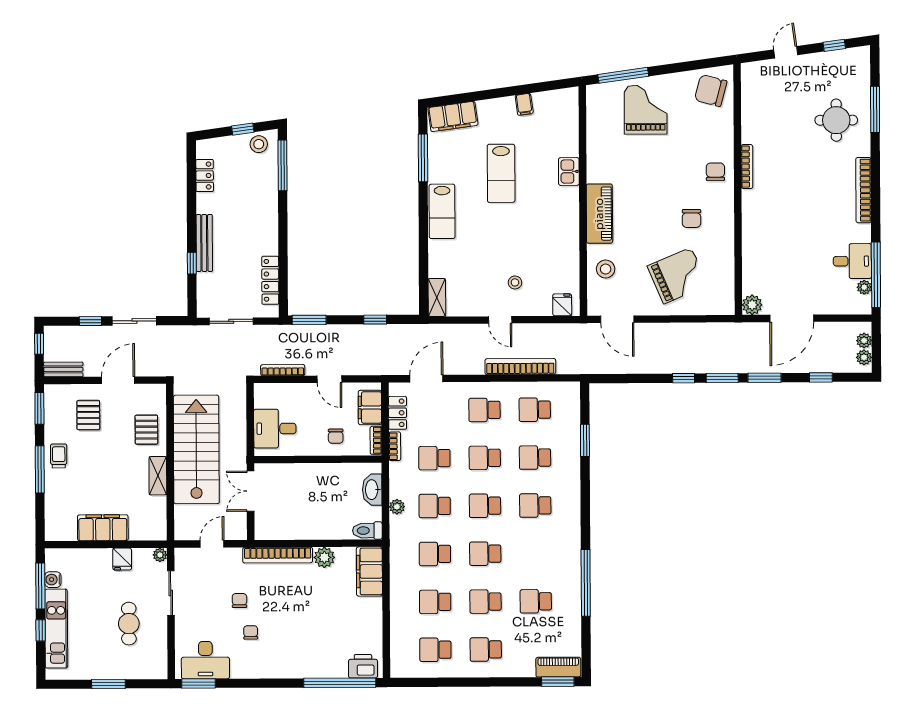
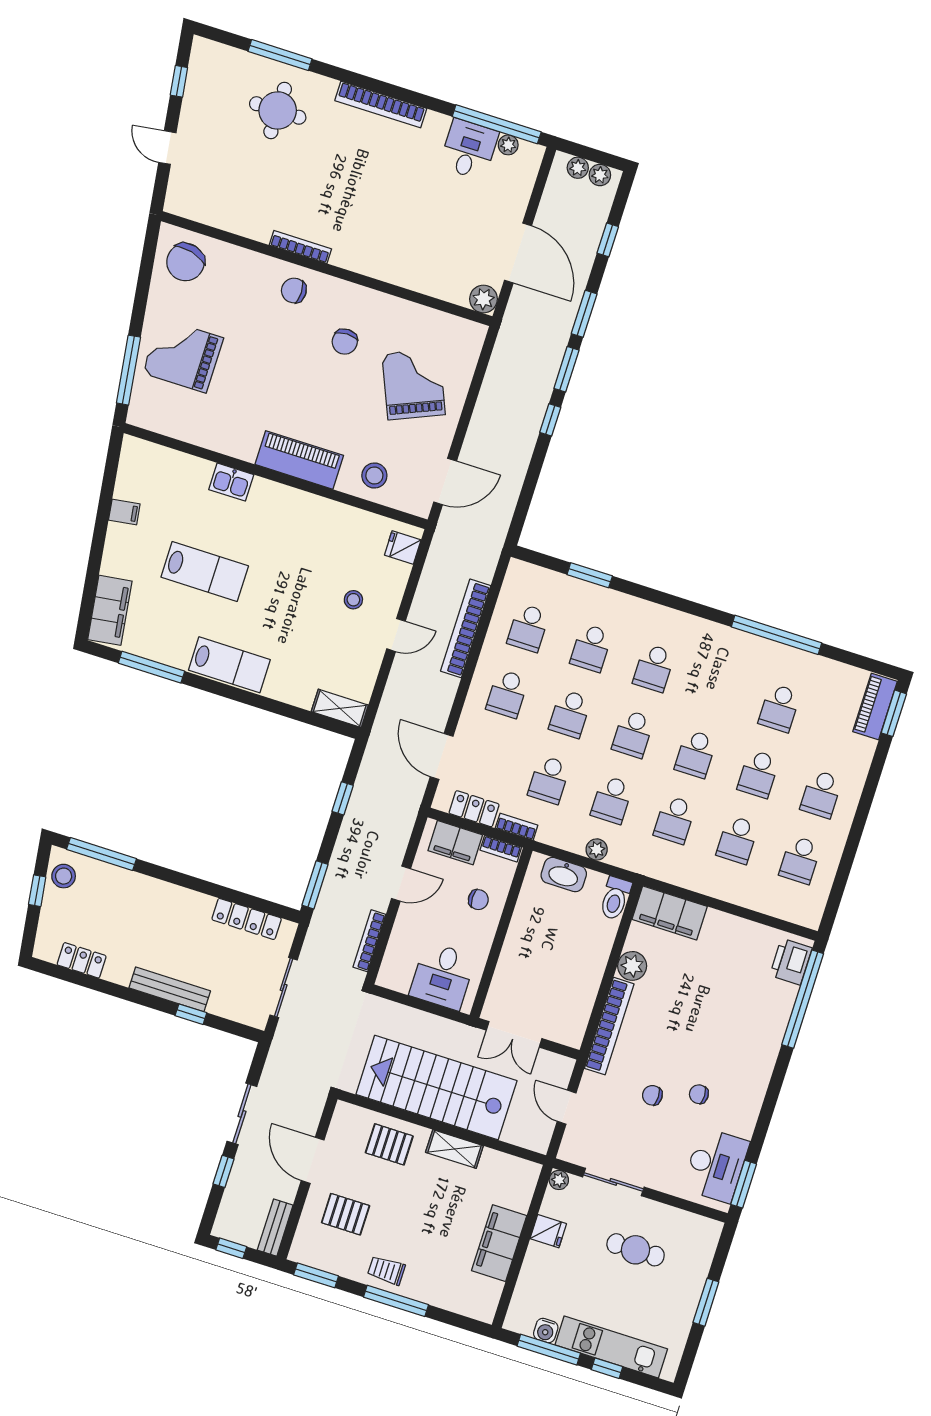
chair: (691, 218) -> (345, 342), turned 90

